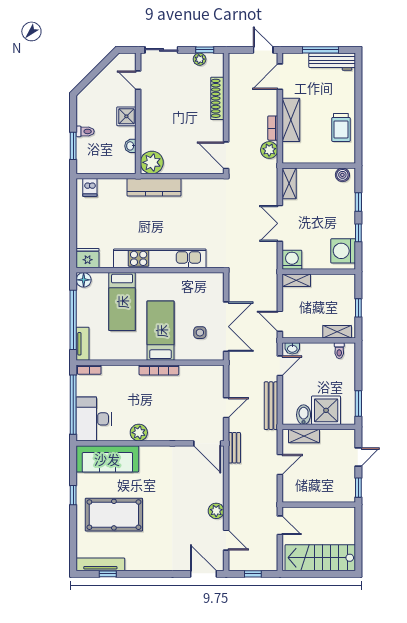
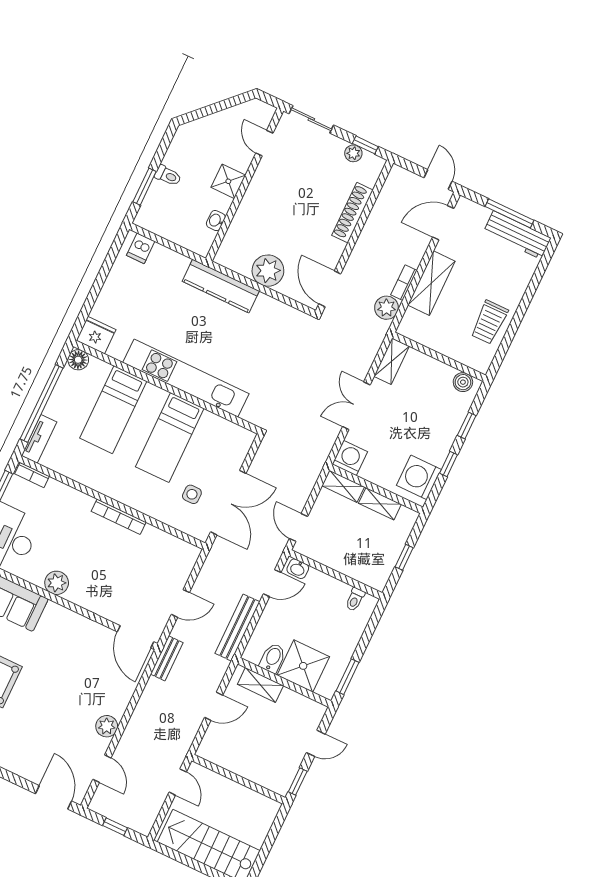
plant: (152, 162) -> (268, 271), moved
bed: (161, 331) -> (170, 438), moved, turned 180
shelving: (337, 332) -> (380, 504), moved

